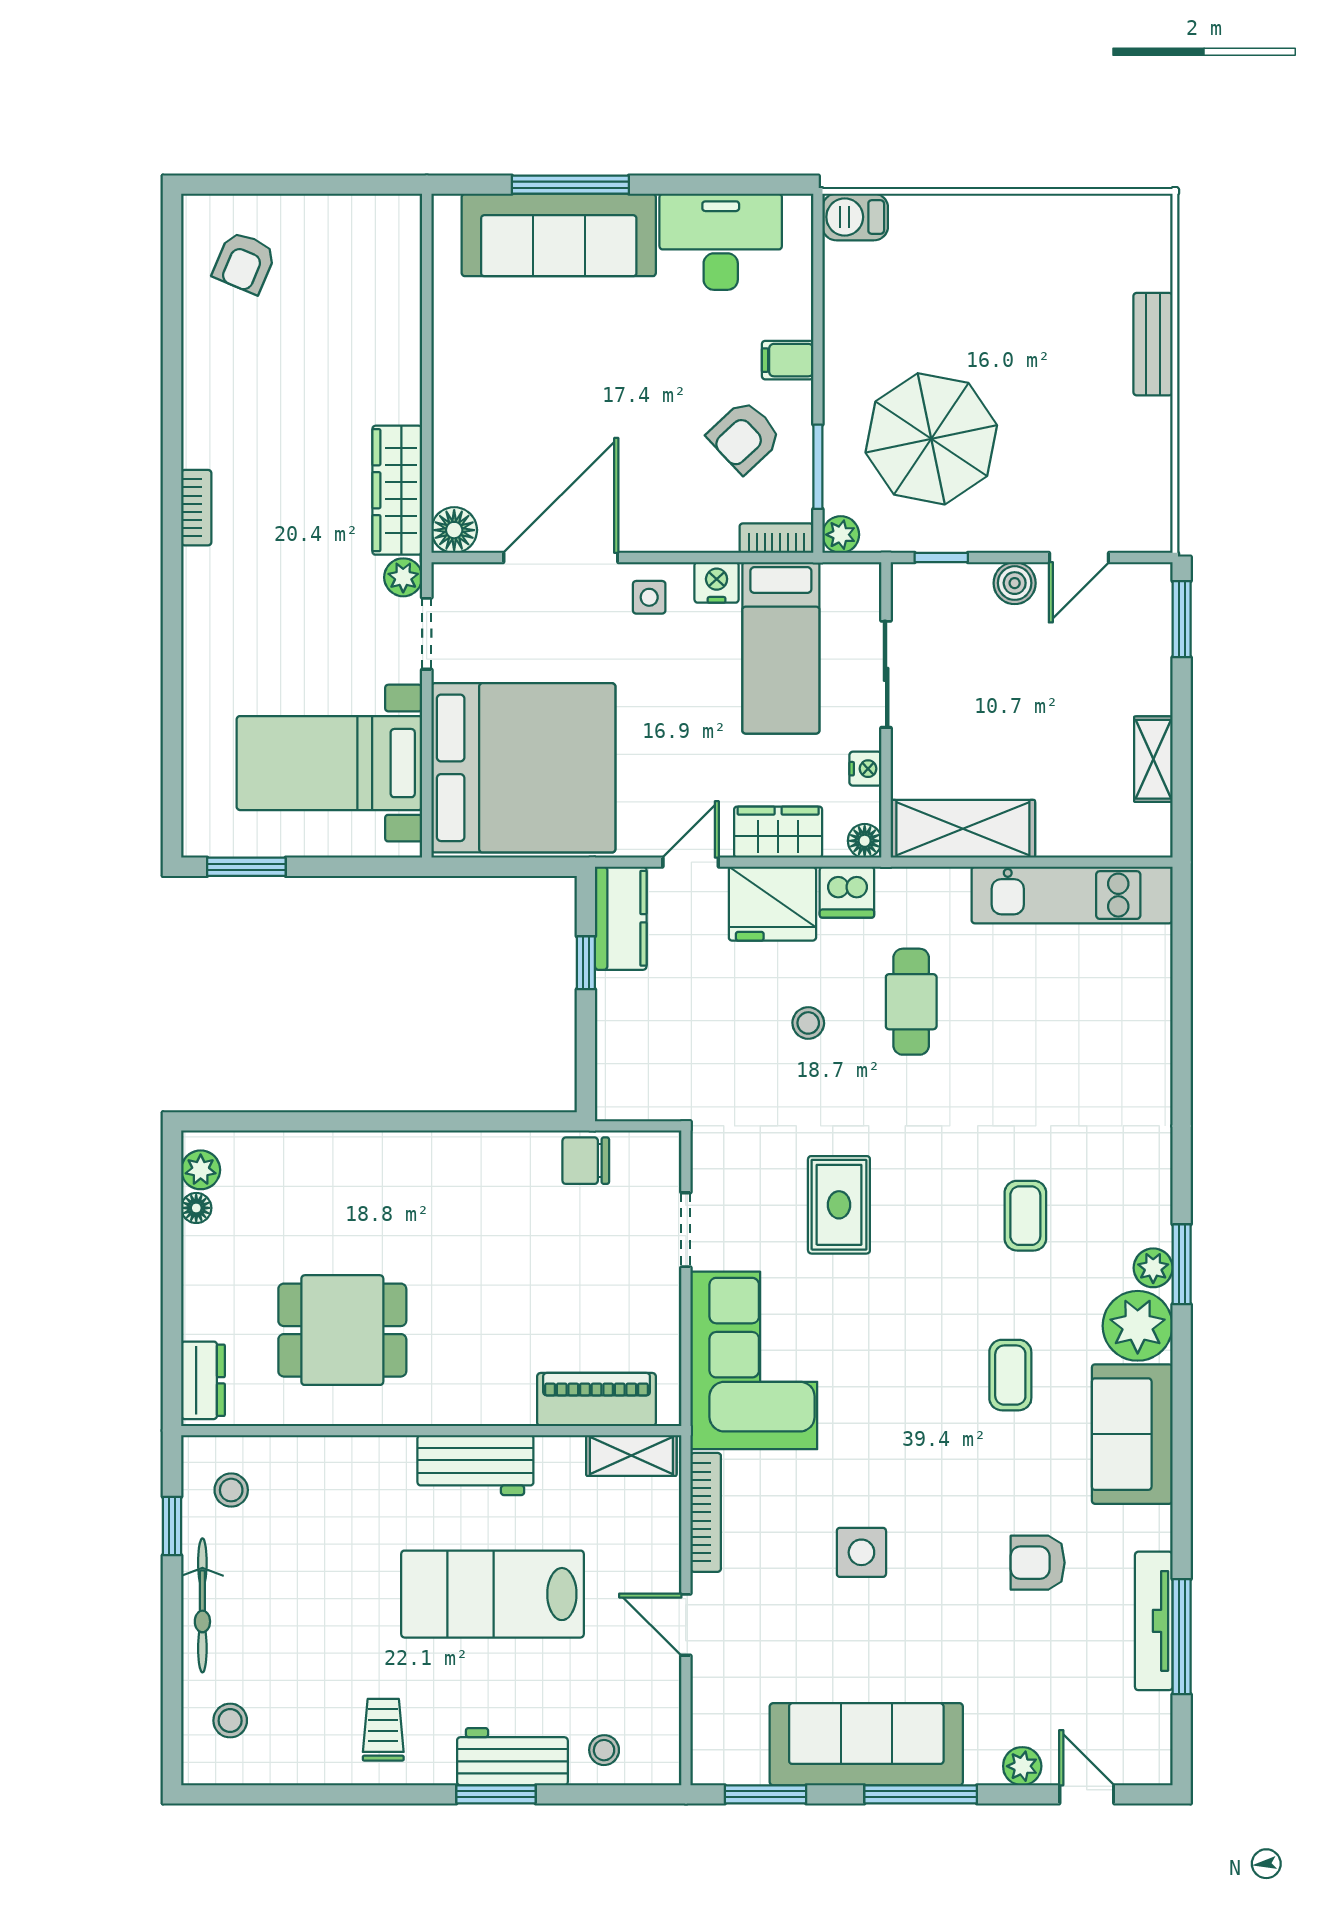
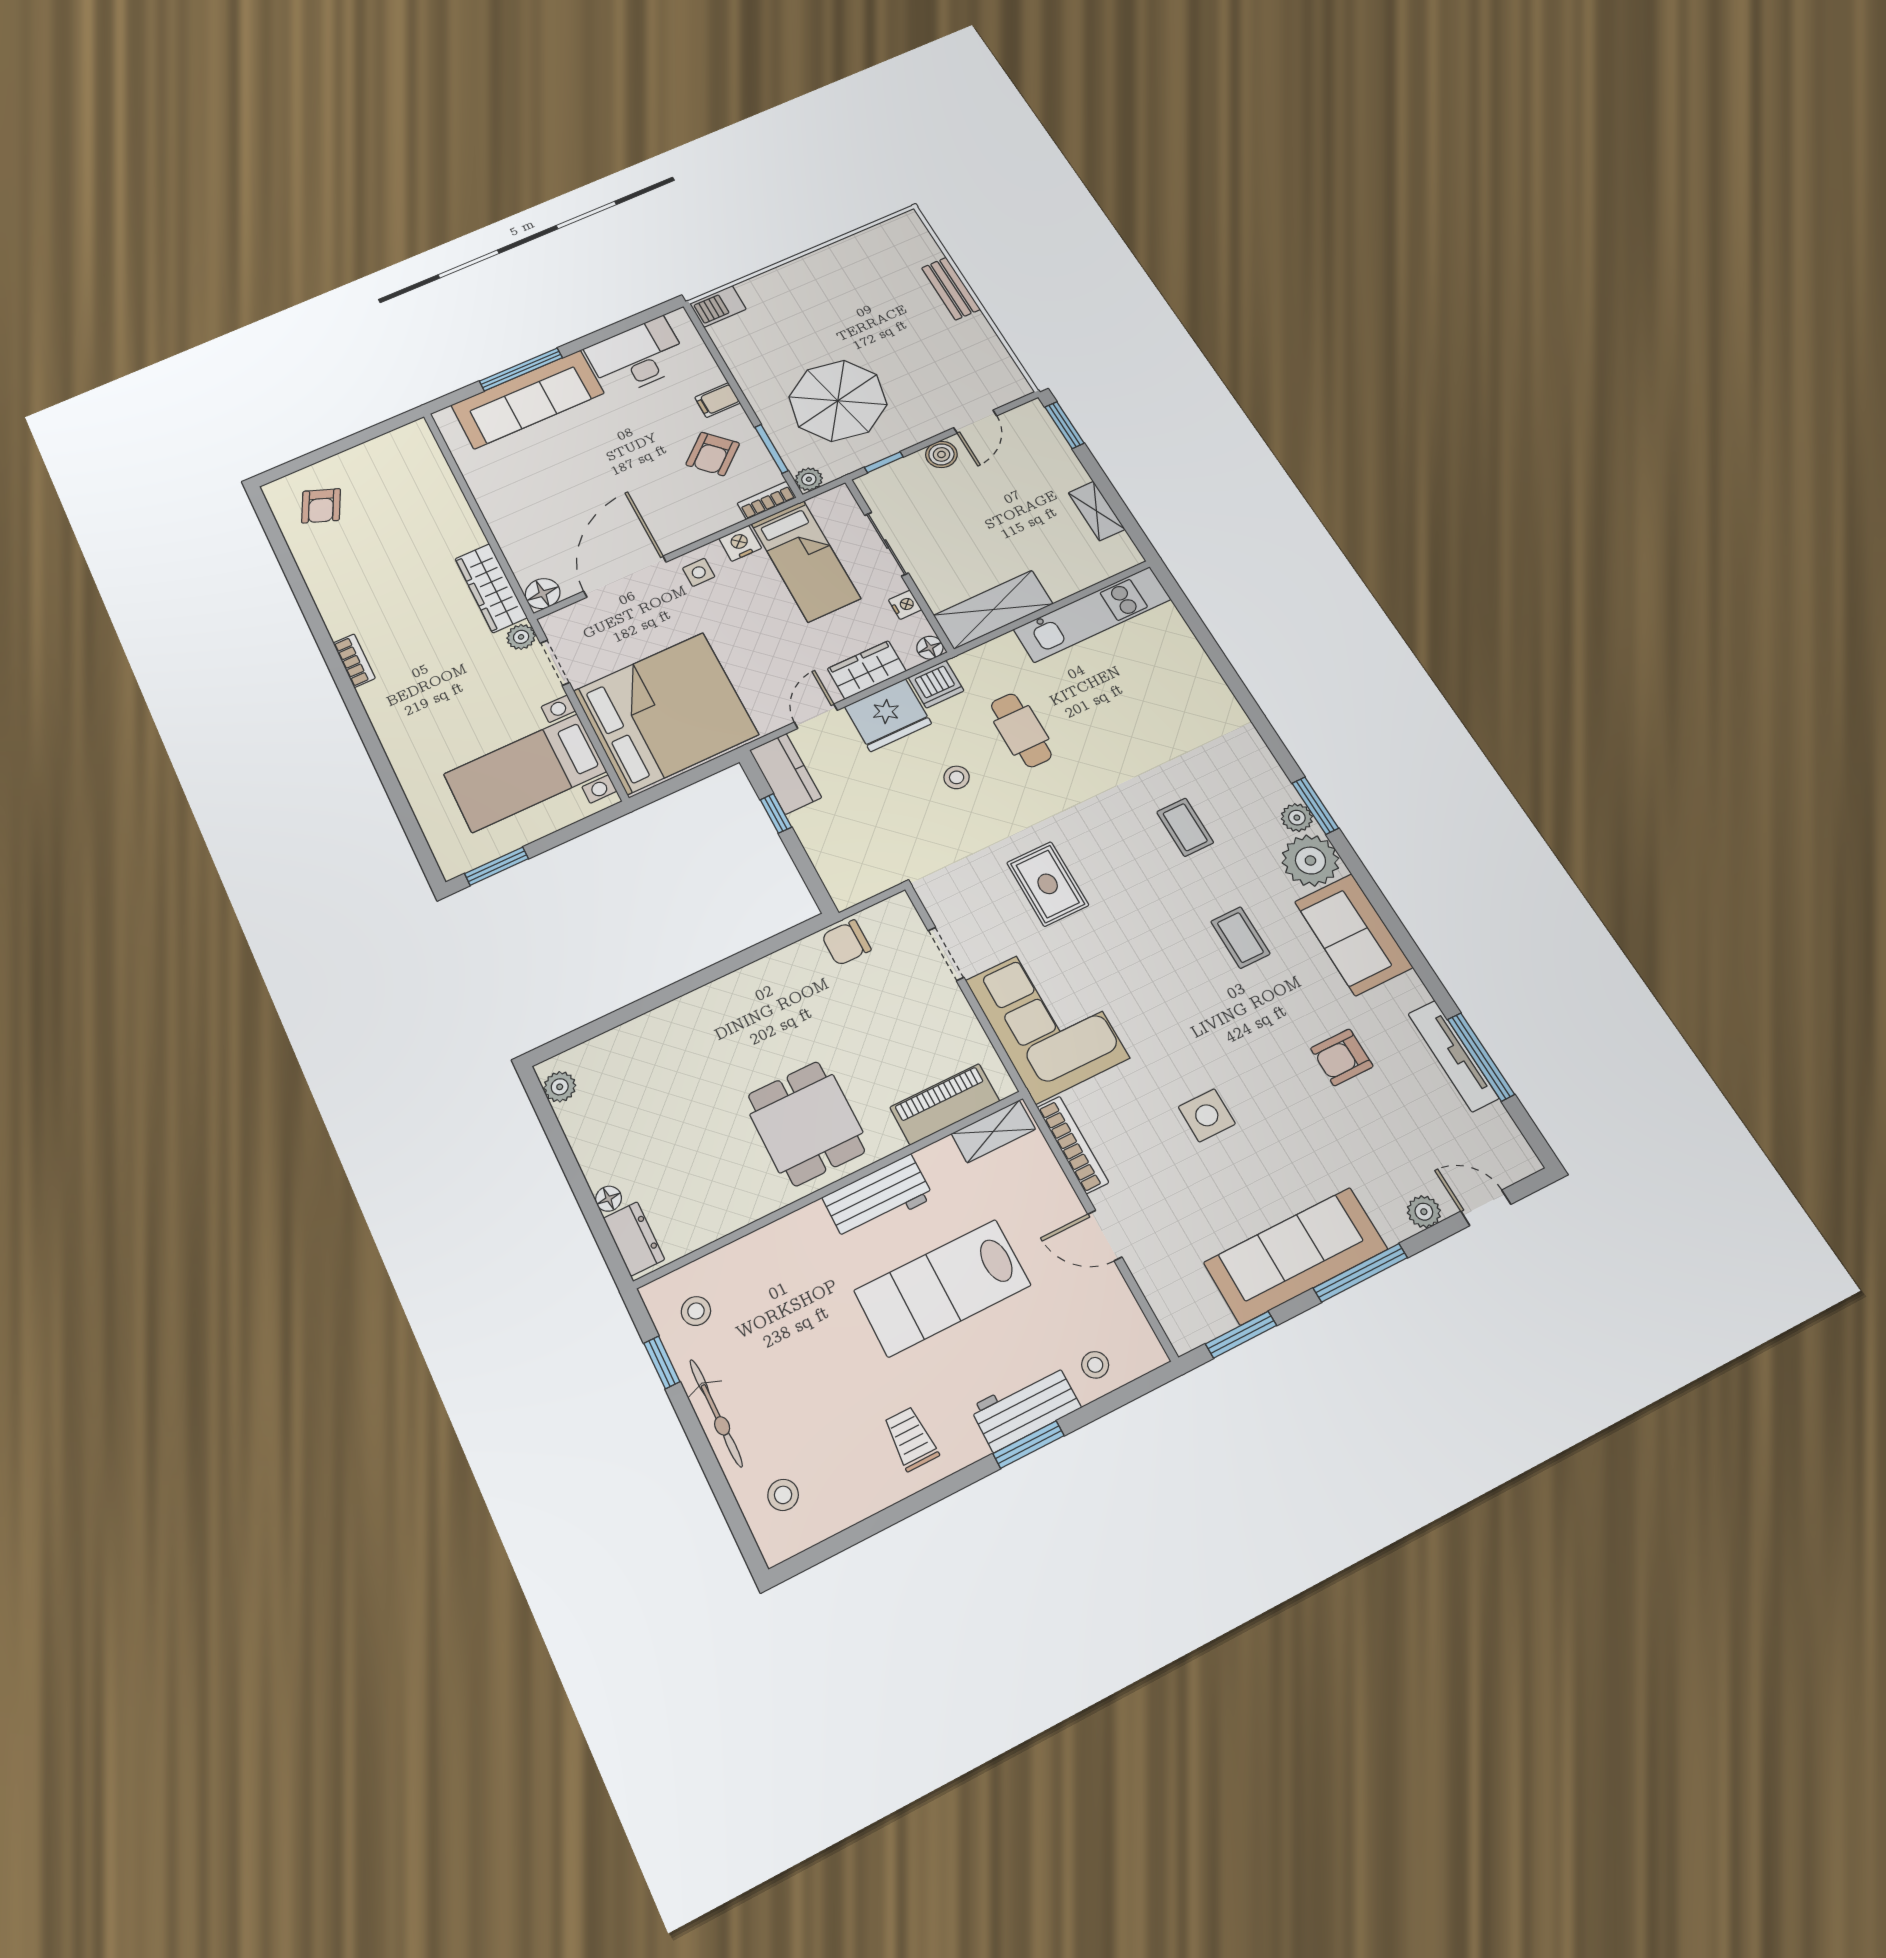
floor lamp: (196, 1208) -> (608, 1199), moved
dining table: (342, 1330) -> (806, 1123), moved, turned 90

